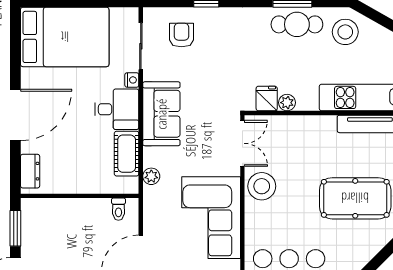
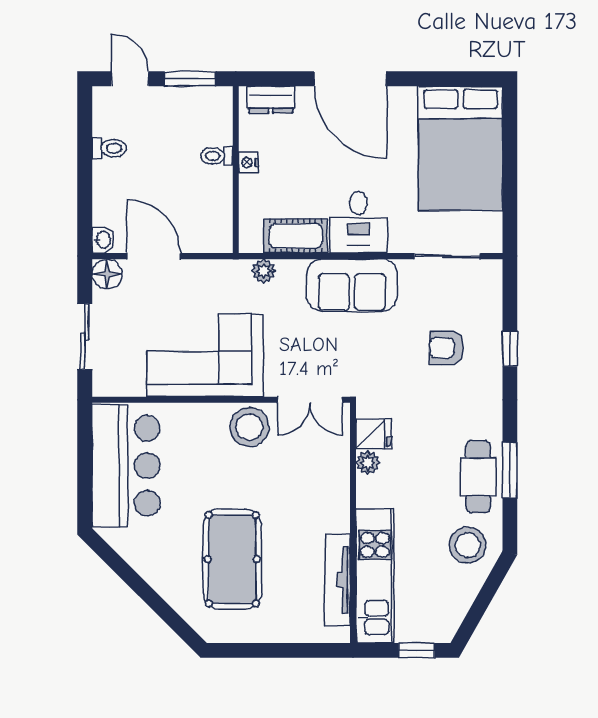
armchair: (181, 35) -> (447, 348), moved, turned 180
nightstand: (132, 80) -> (248, 163), moved, turned 90
toilet: (118, 209) -> (217, 156), moved

